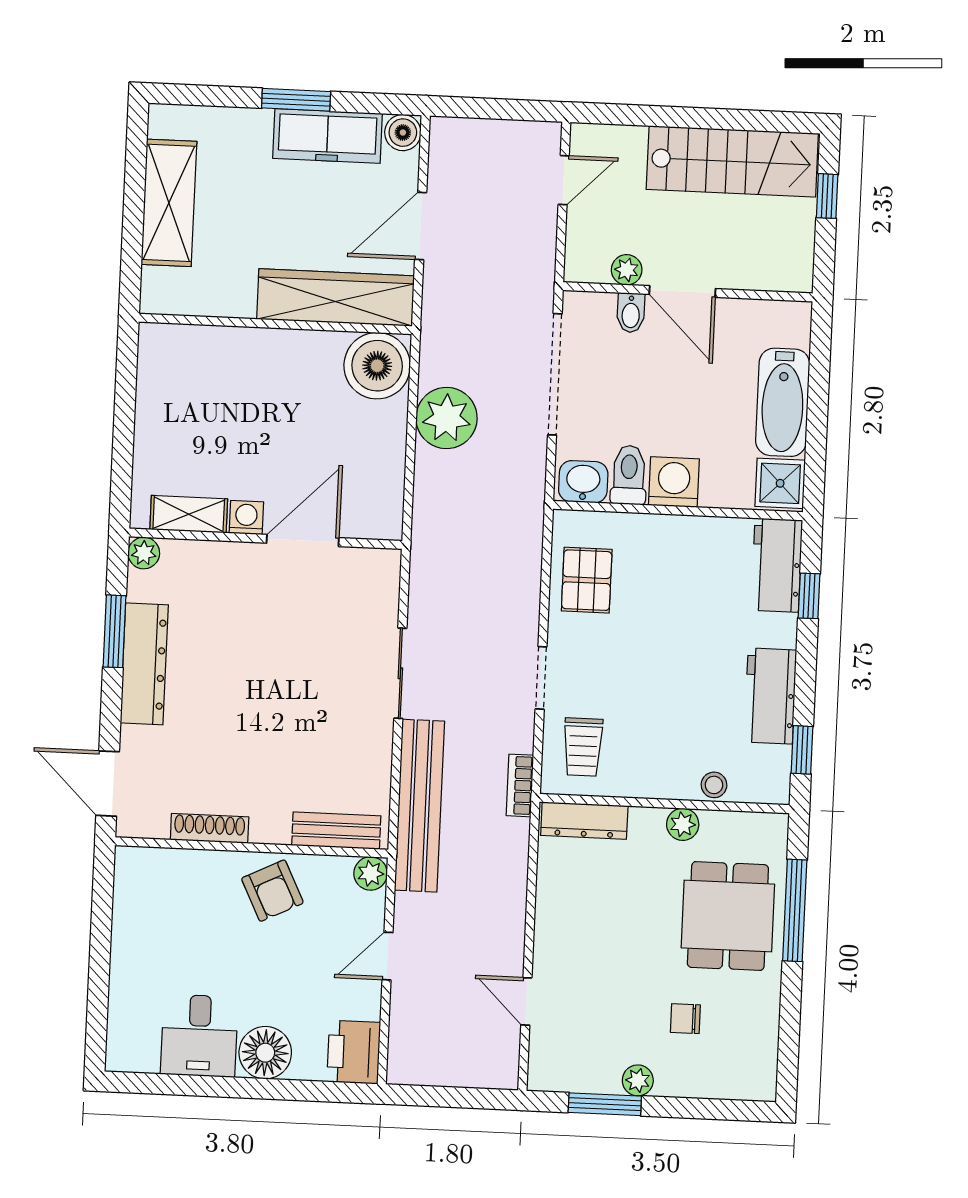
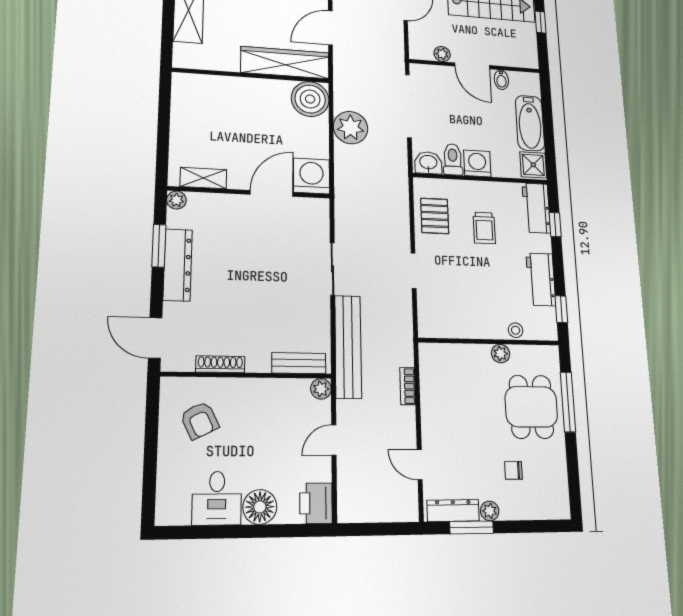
bidet: (631, 313) -> (501, 80), moved
washing machine: (246, 517) -> (312, 176), moved, width x1.89, depth x1.89
trolley: (583, 747) -> (484, 228), moved
bookcase: (520, 785) -> (408, 386), moved
dresser: (584, 821) -> (453, 511), moved, turned 180
armchair: (272, 891) -> (200, 420), moved

